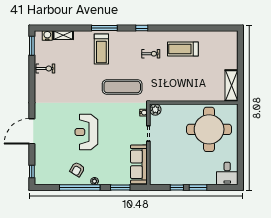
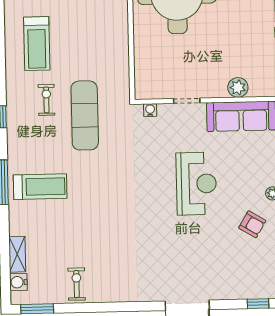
exercise mat: (122, 87) -> (85, 115), moved
plant: (155, 110) -> (238, 87), moved
reception desk: (86, 132) -> (196, 184), moved, turned -90

